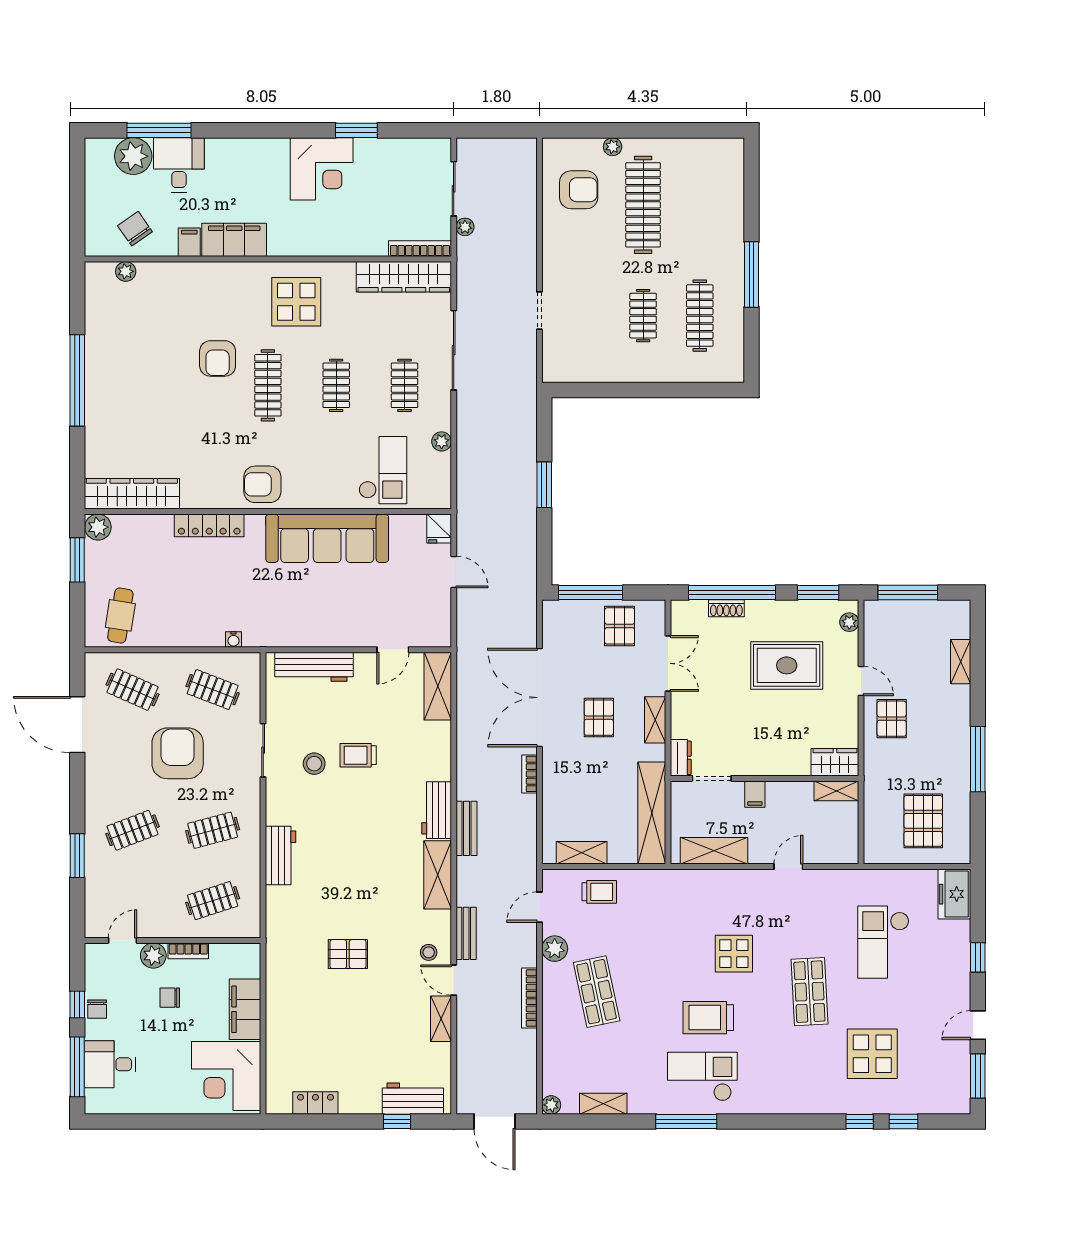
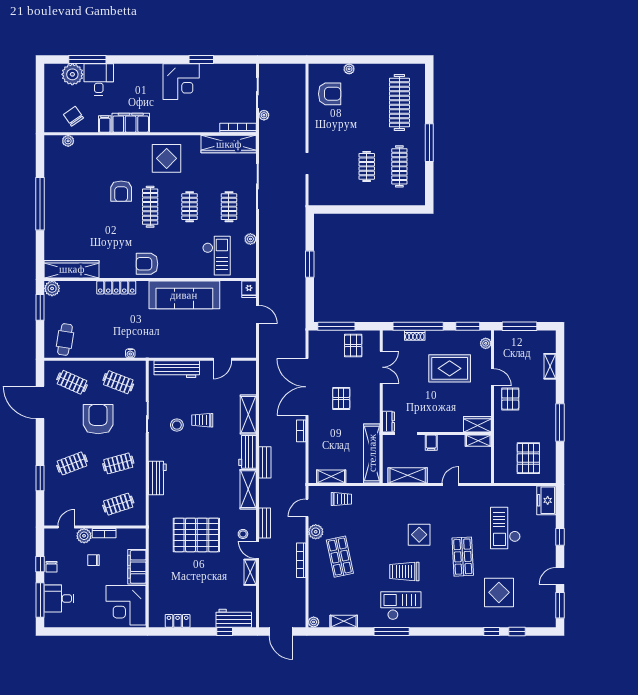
clothes rail: (643, 205) -> (399, 102), moved
shelving: (438, 686) -> (248, 415), moved
shelving: (655, 720) -> (374, 400), removed
pallet: (348, 954) -> (196, 535), width x2.05, depth x2.00

